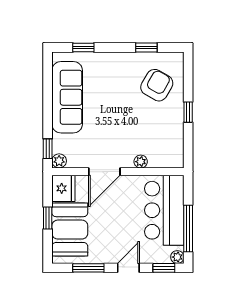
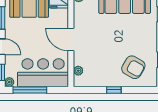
plant: (141, 162) -> (78, 71), moved
door: (104, 172) -> (71, 40), moved

